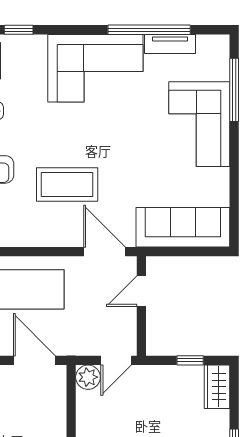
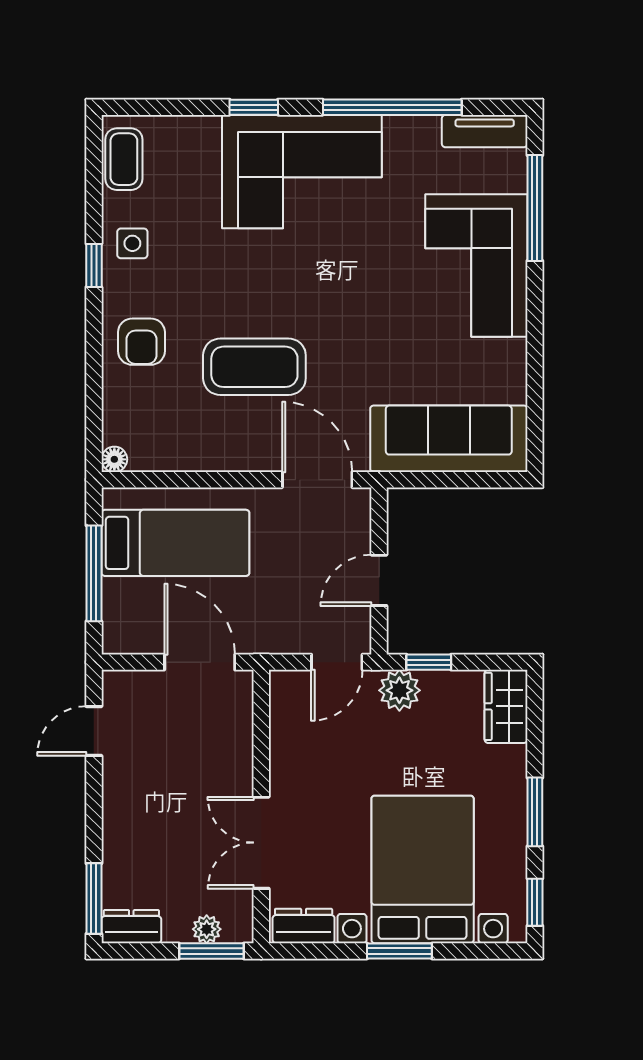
window: (19, 30) -> (254, 107), moved
tv unit: (170, 44) -> (485, 131), moved
door: (141, 291) -> (379, 580), moved
window: (190, 360) -> (429, 662), moved
plant: (88, 377) -> (399, 690), moved

